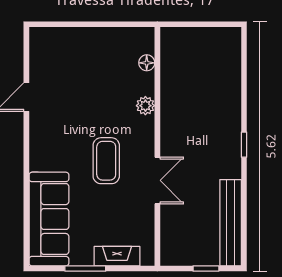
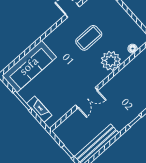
plant: (145, 106) -> (111, 61), width x1.88, depth x1.88
coffee table: (106, 161) -> (89, 38), moved

